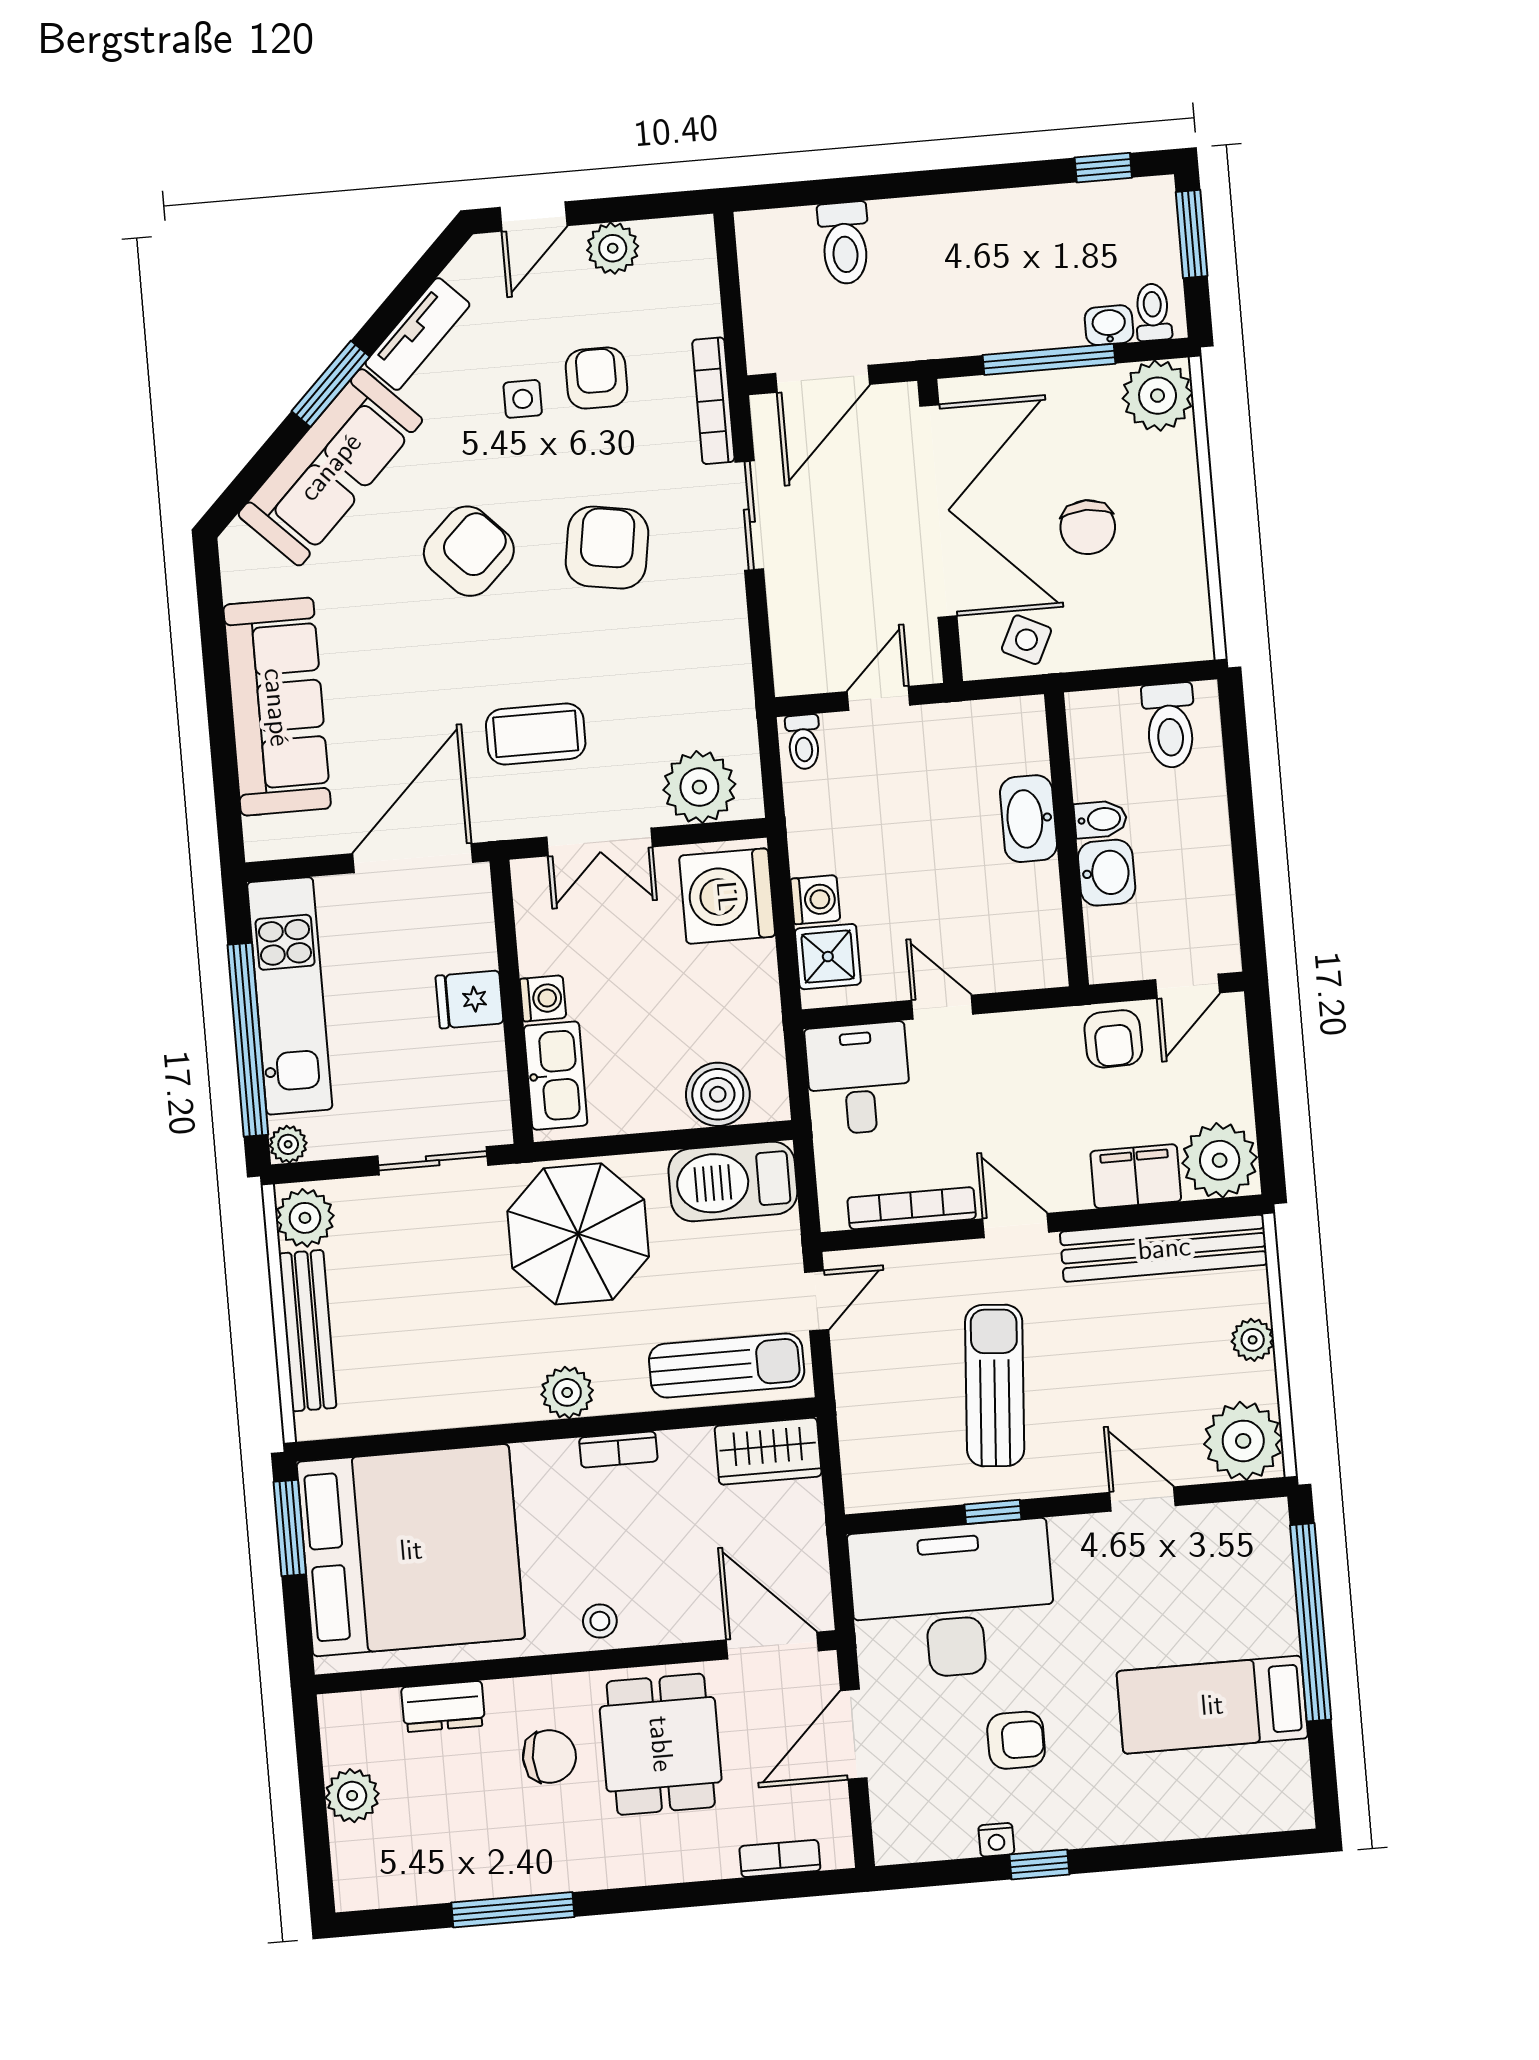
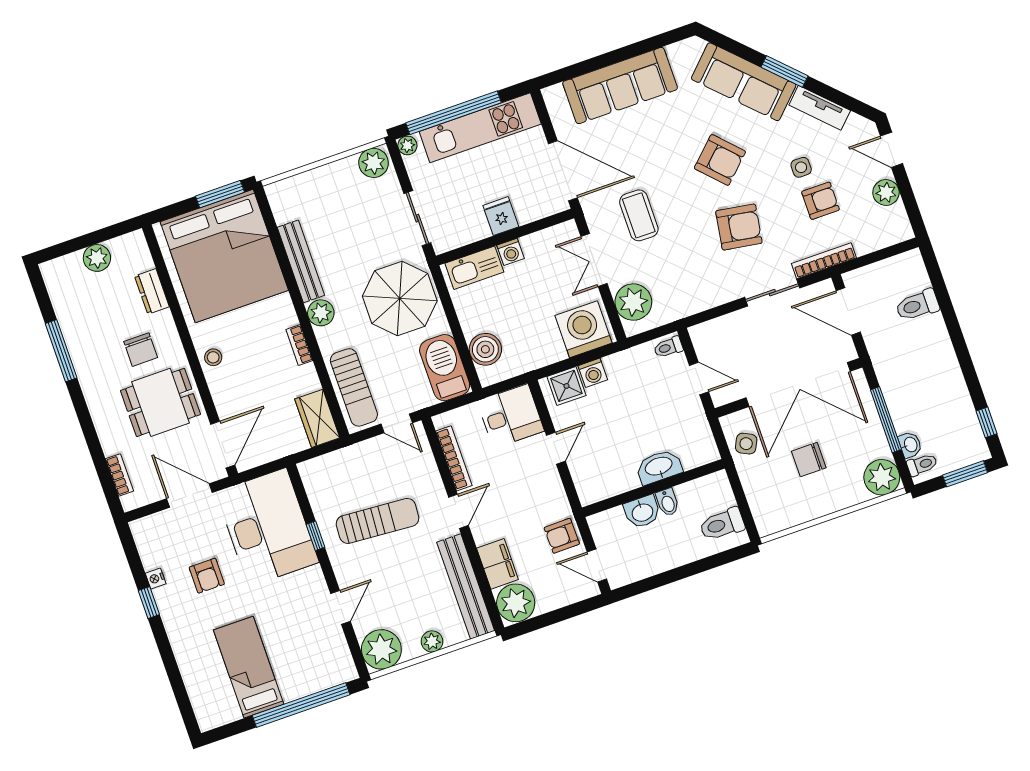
bench: (308, 1331) -> (301, 261), moved, turned 90

